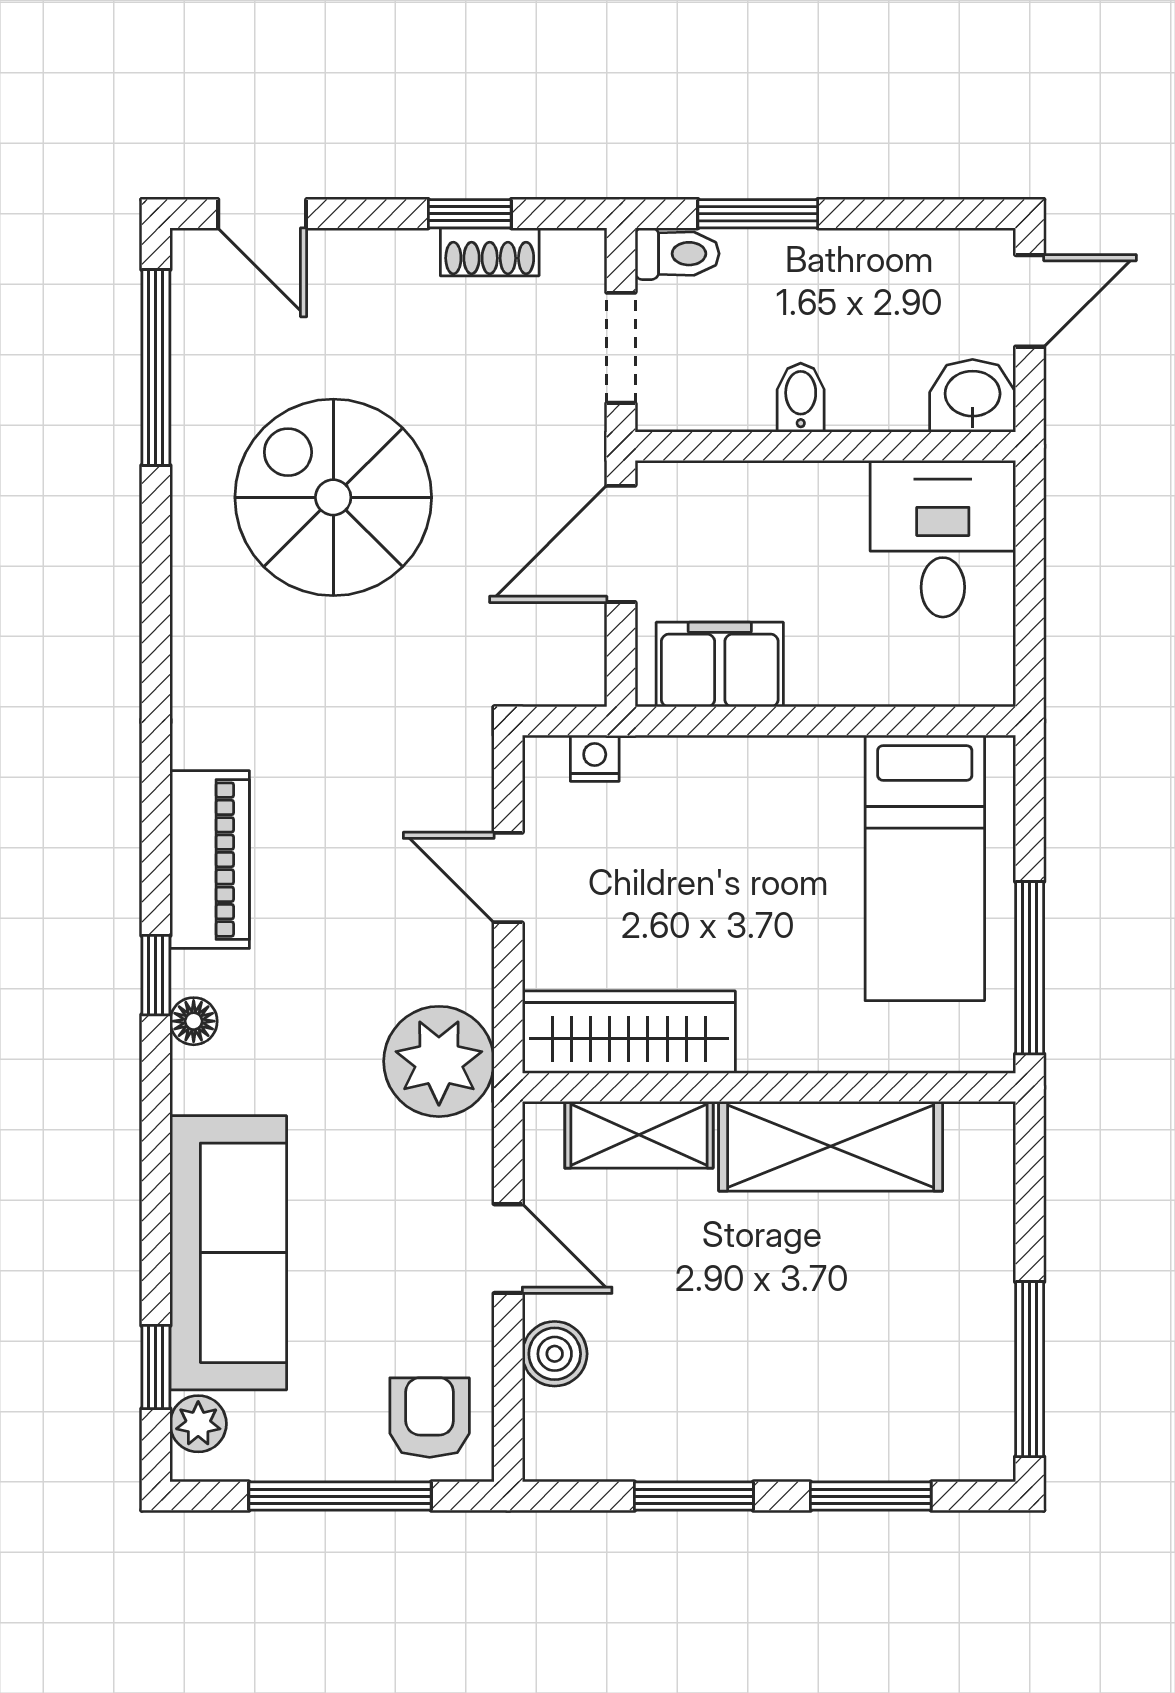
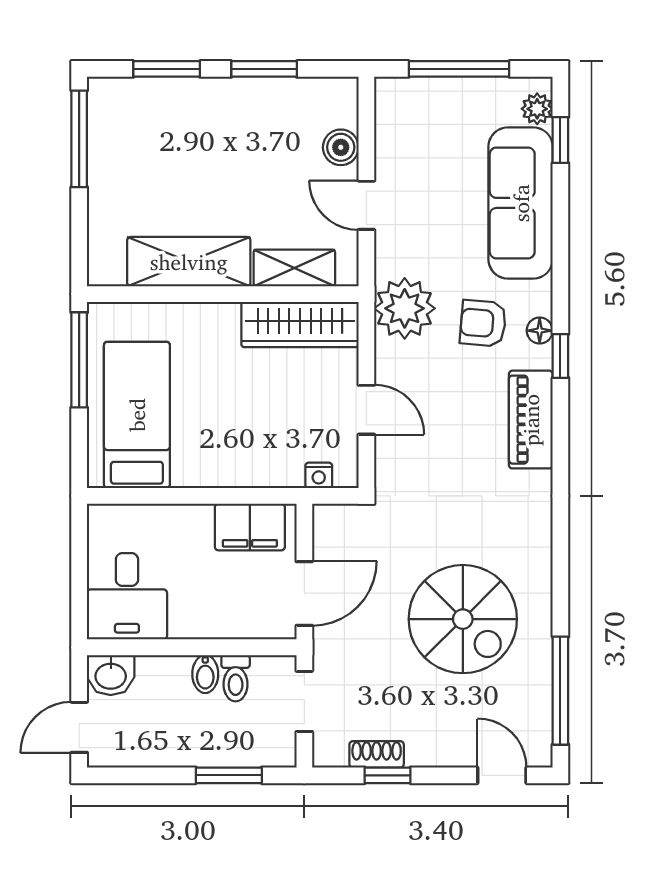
toilet: (677, 254) -> (236, 678), moved, turned -90
armchair: (430, 1418) -> (483, 323), moved, turned 95

